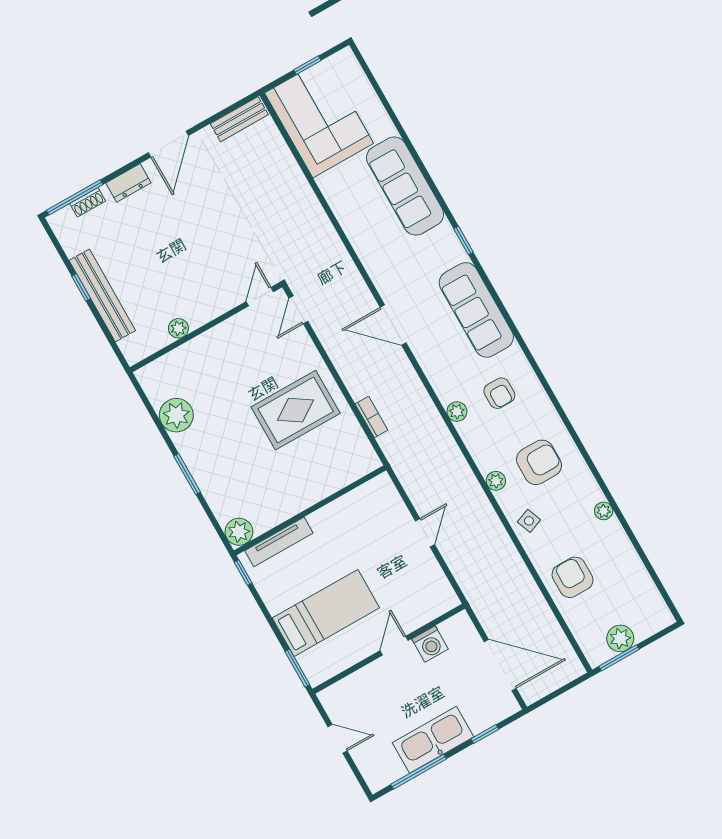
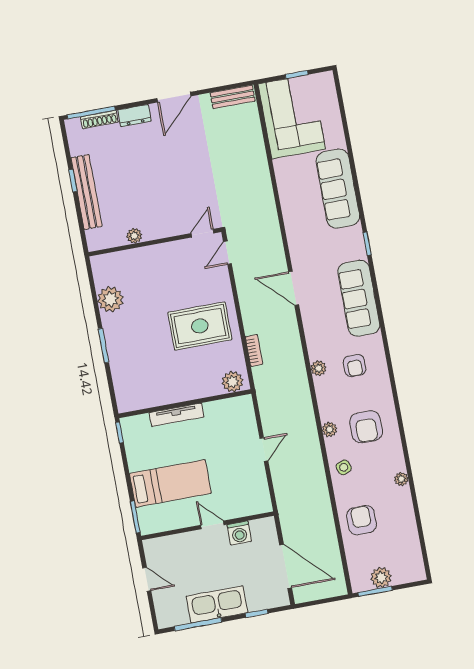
shoe rack: (88, 202) -> (99, 119), width x1.43
armchair: (539, 462) -> (366, 427), turned 90
plant: (239, 532) -> (233, 382), moved
tv unit: (279, 542) -> (176, 415), moved
door: (394, 646) -> (212, 525), hinge flipped

